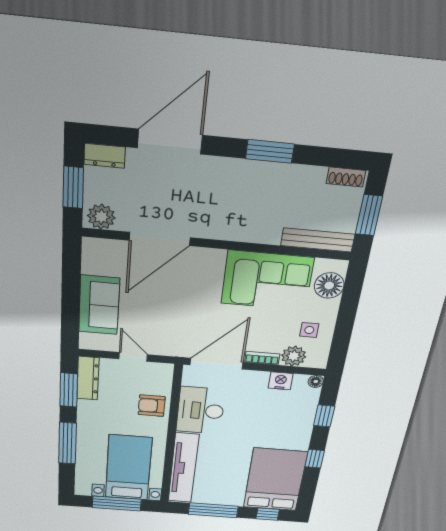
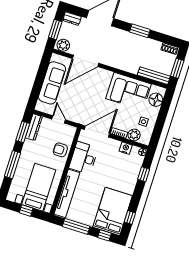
sofa: (99, 305) -> (52, 83), width x1.36
window: (315, 459) -> (130, 217), moved
window: (117, 503) -> (26, 210), width x0.46

